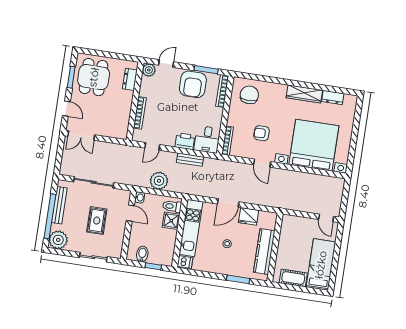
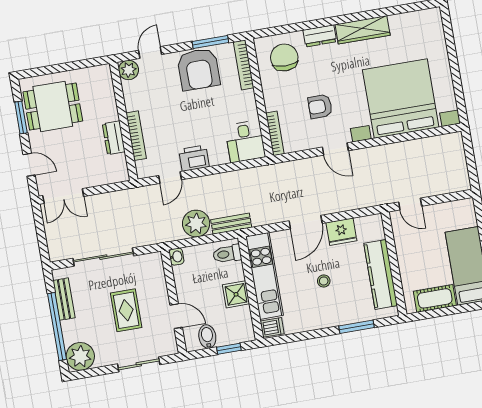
dining table: (94, 77) -> (53, 106), turned 90
dresser: (130, 79) -> (114, 138), moved
dresser: (333, 97) -> (320, 36), moved
printer: (185, 141) -> (194, 158), moved
bench: (190, 160) -> (231, 224), moved
bench: (59, 205) -> (64, 299), width x0.73
door: (130, 213) -> (176, 316), moved
door: (326, 218) -> (410, 204), moved
shower: (171, 221) -> (236, 294), moved

